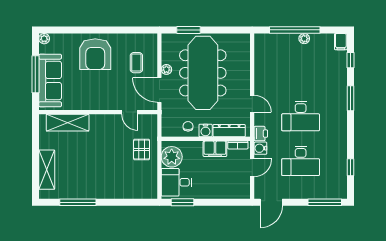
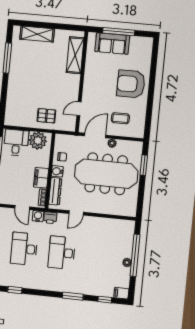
plant: (44, 39) -> (148, 42), removed
sofa: (50, 80) -> (112, 44), width x0.73

